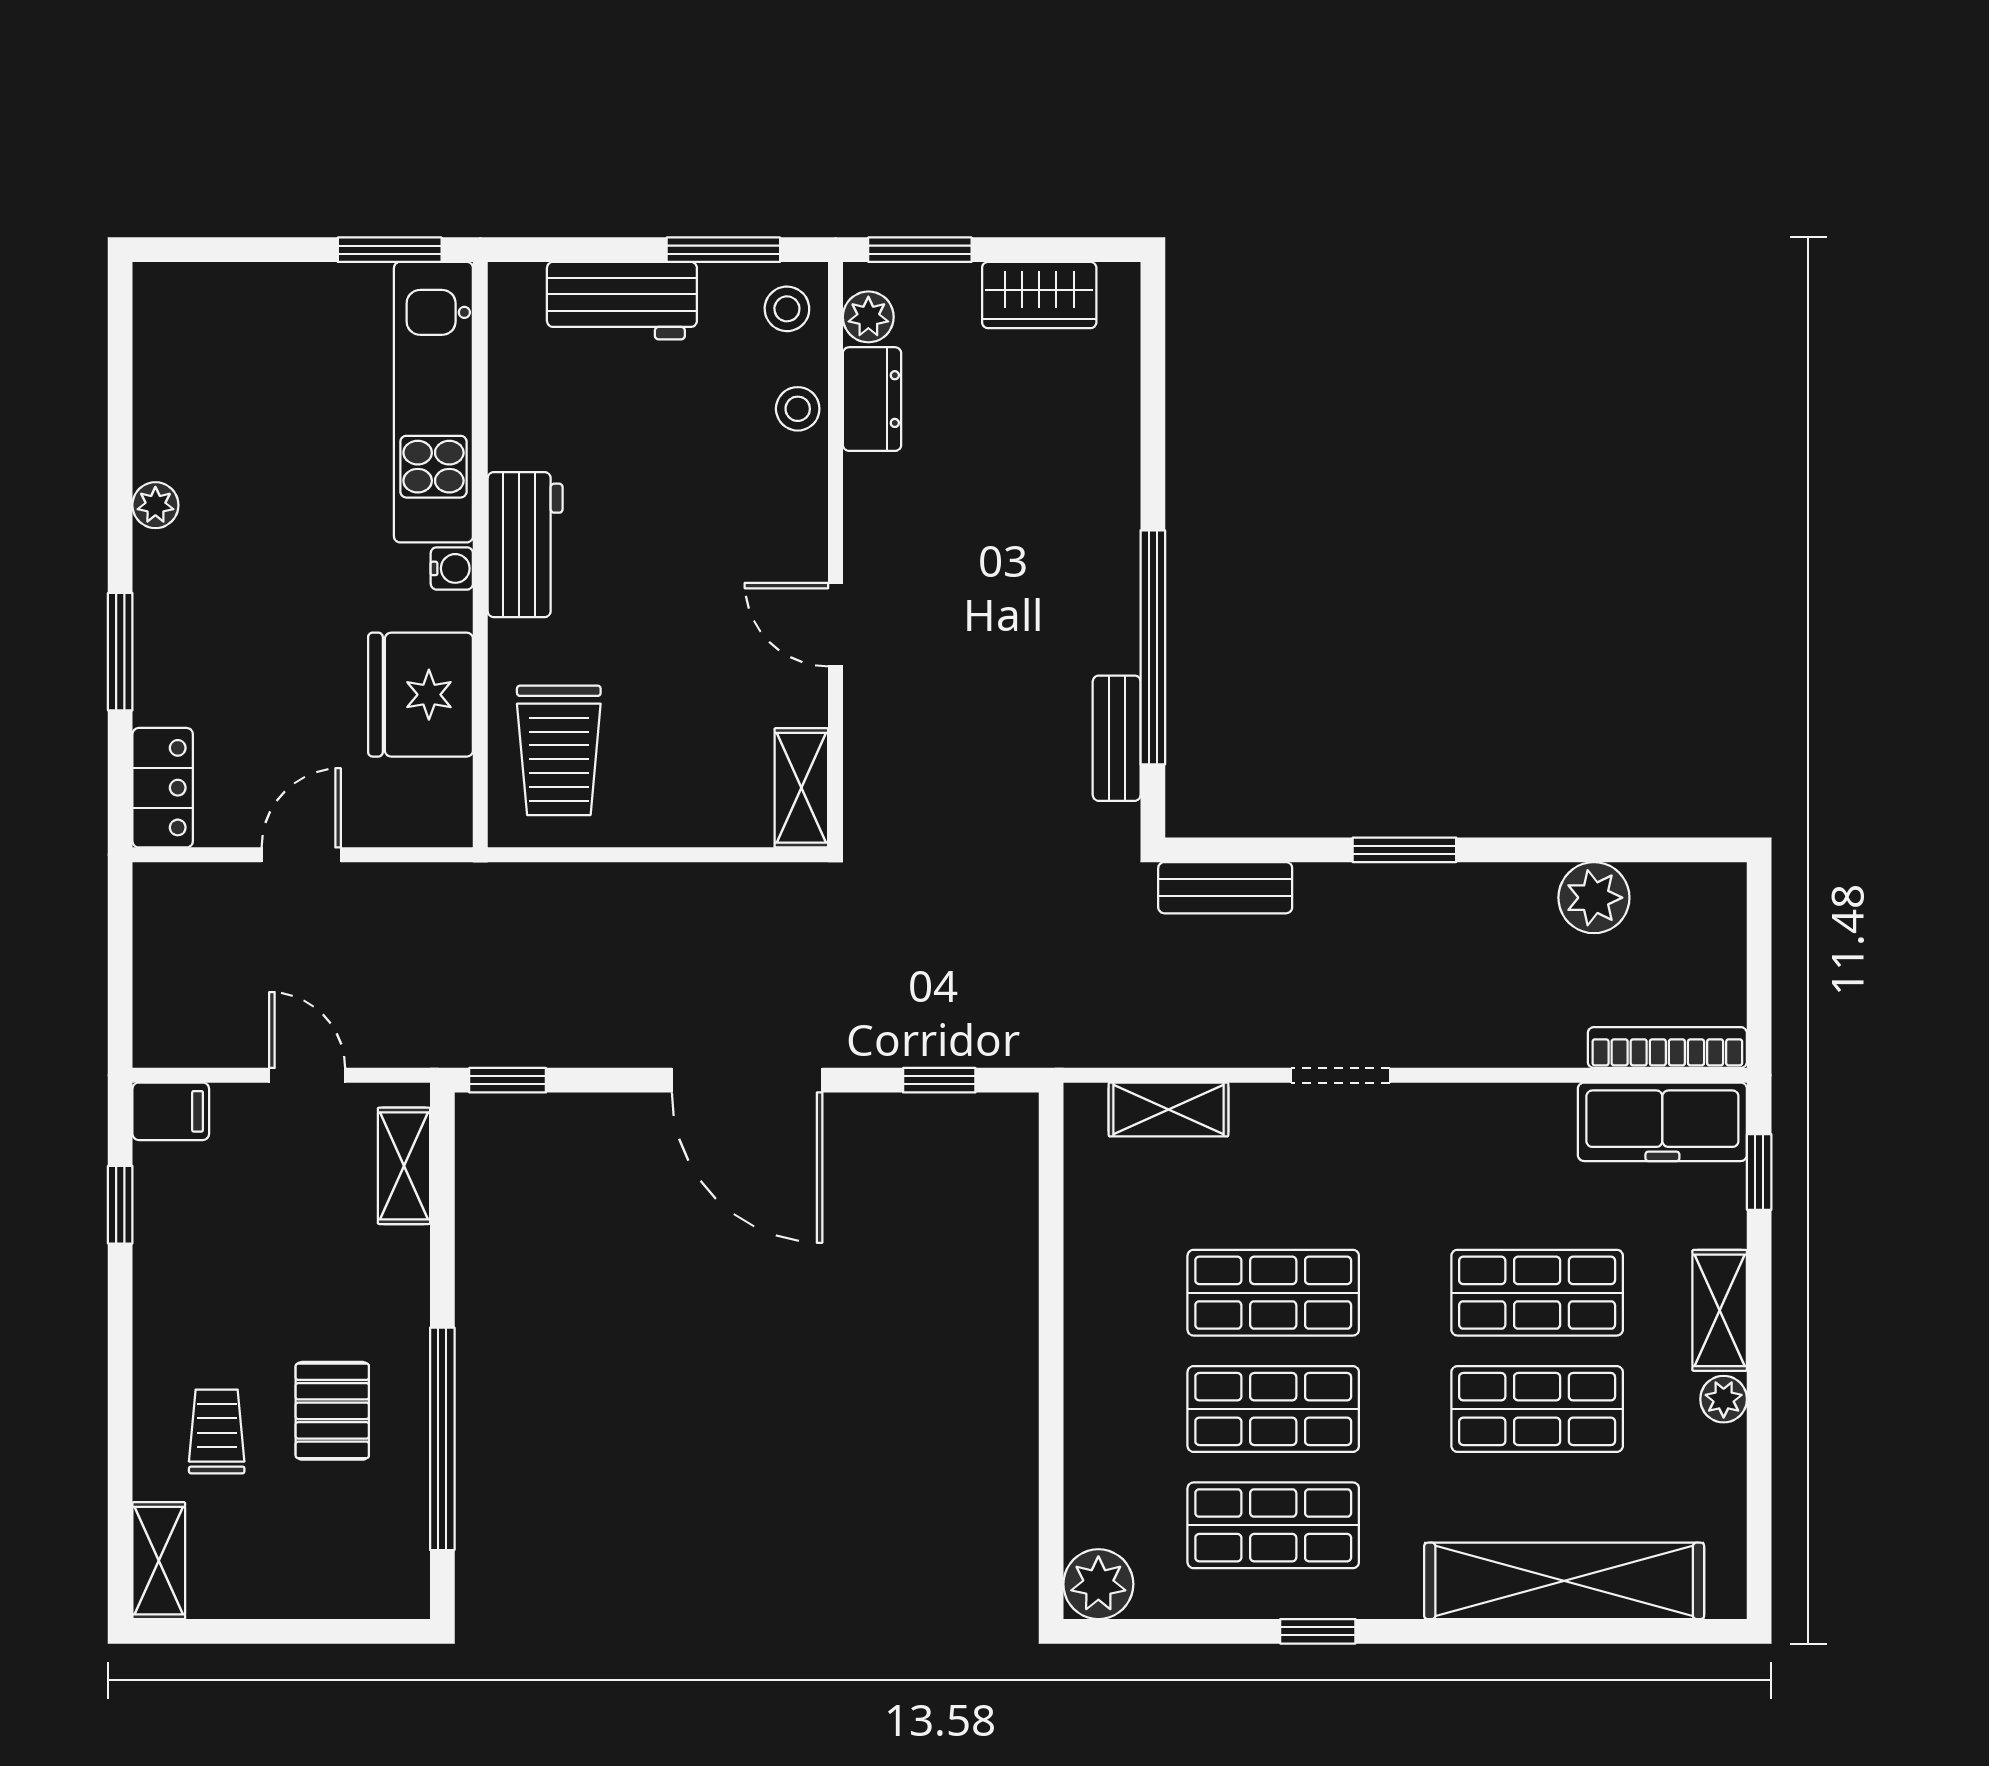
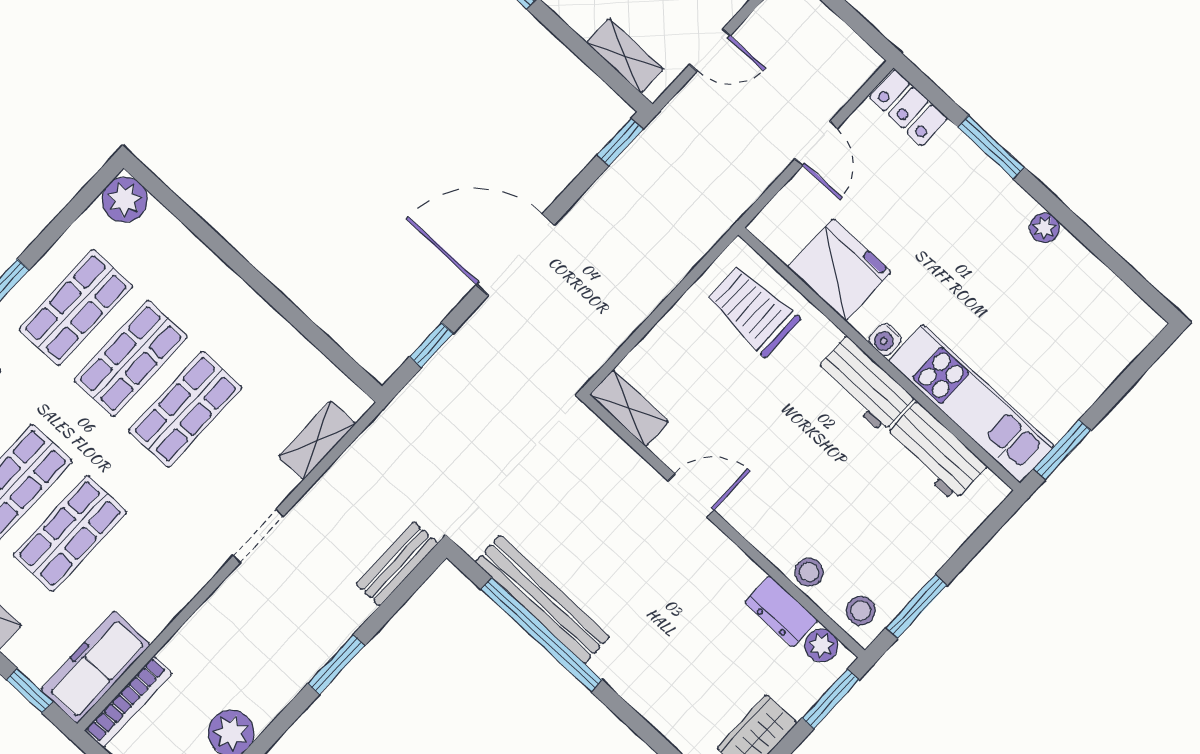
workbench: (622, 301) -> (935, 452), moved, turned -90
bench: (1117, 738) -> (542, 599), width x1.86, depth x1.21

